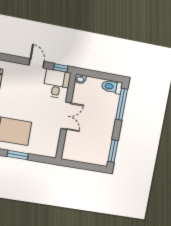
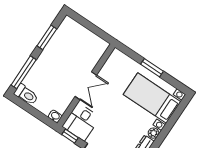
double door: (66, 116) -> (86, 86), swing flipped
window: (113, 151) -> (47, 37), moved

